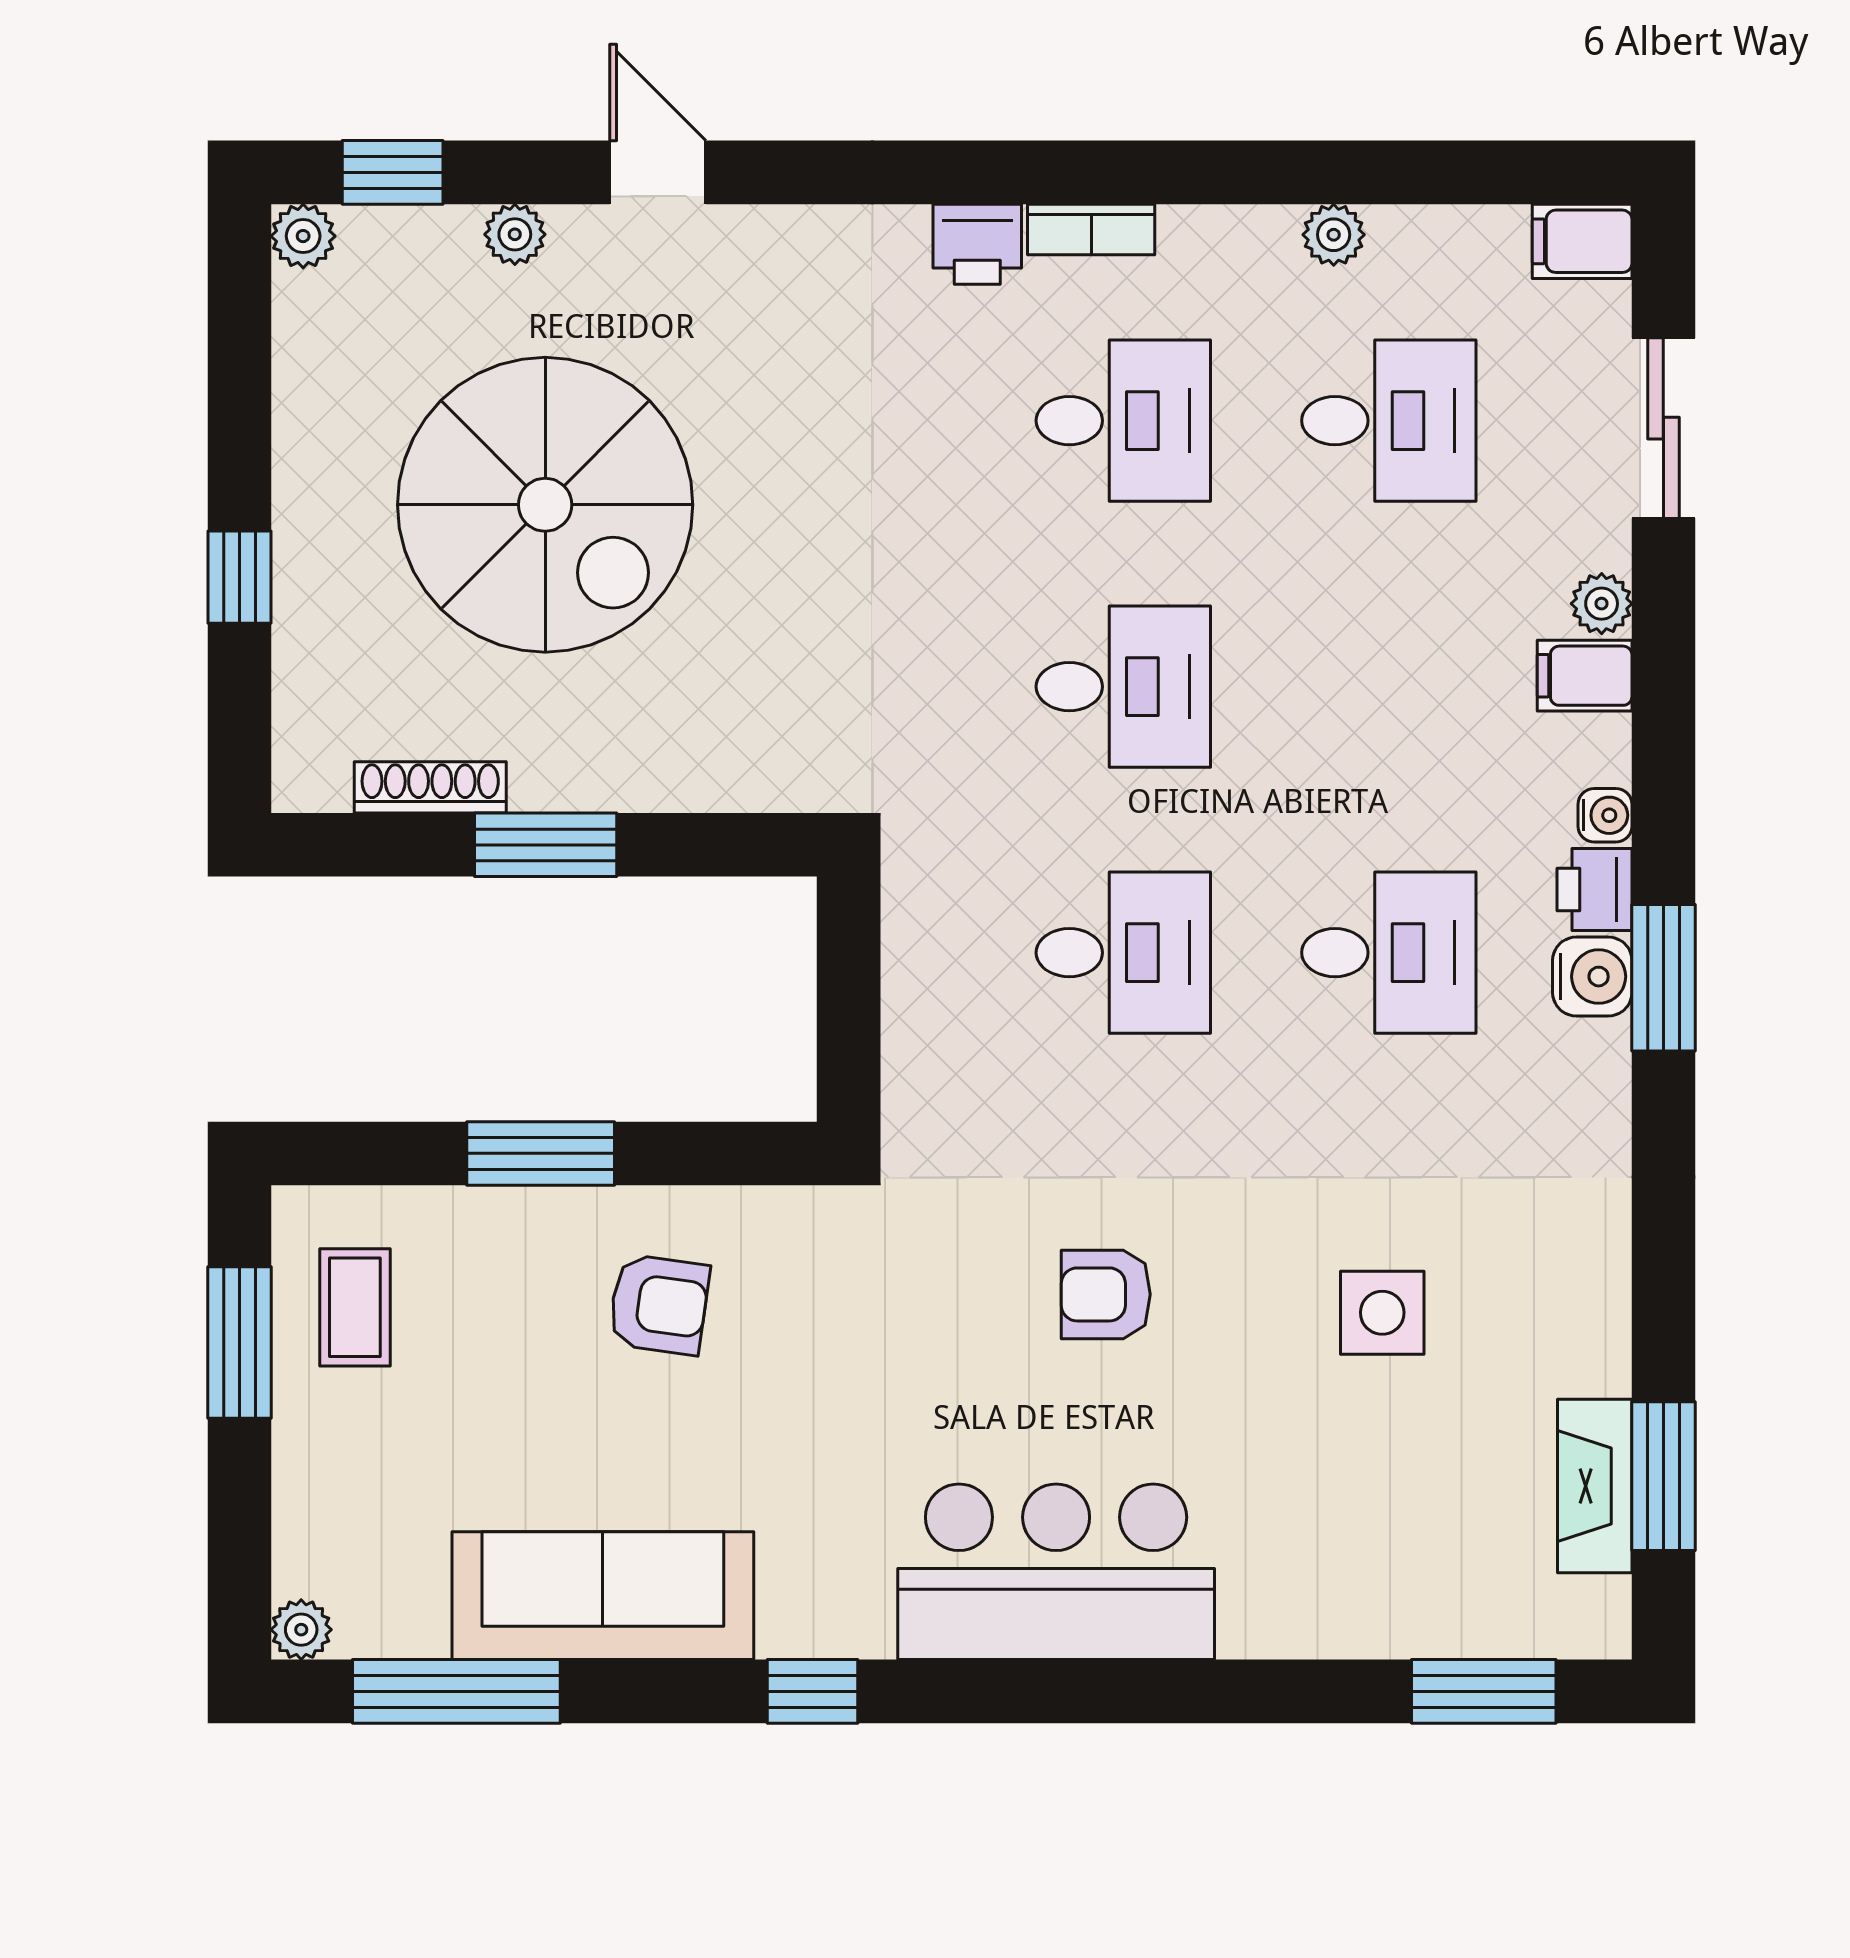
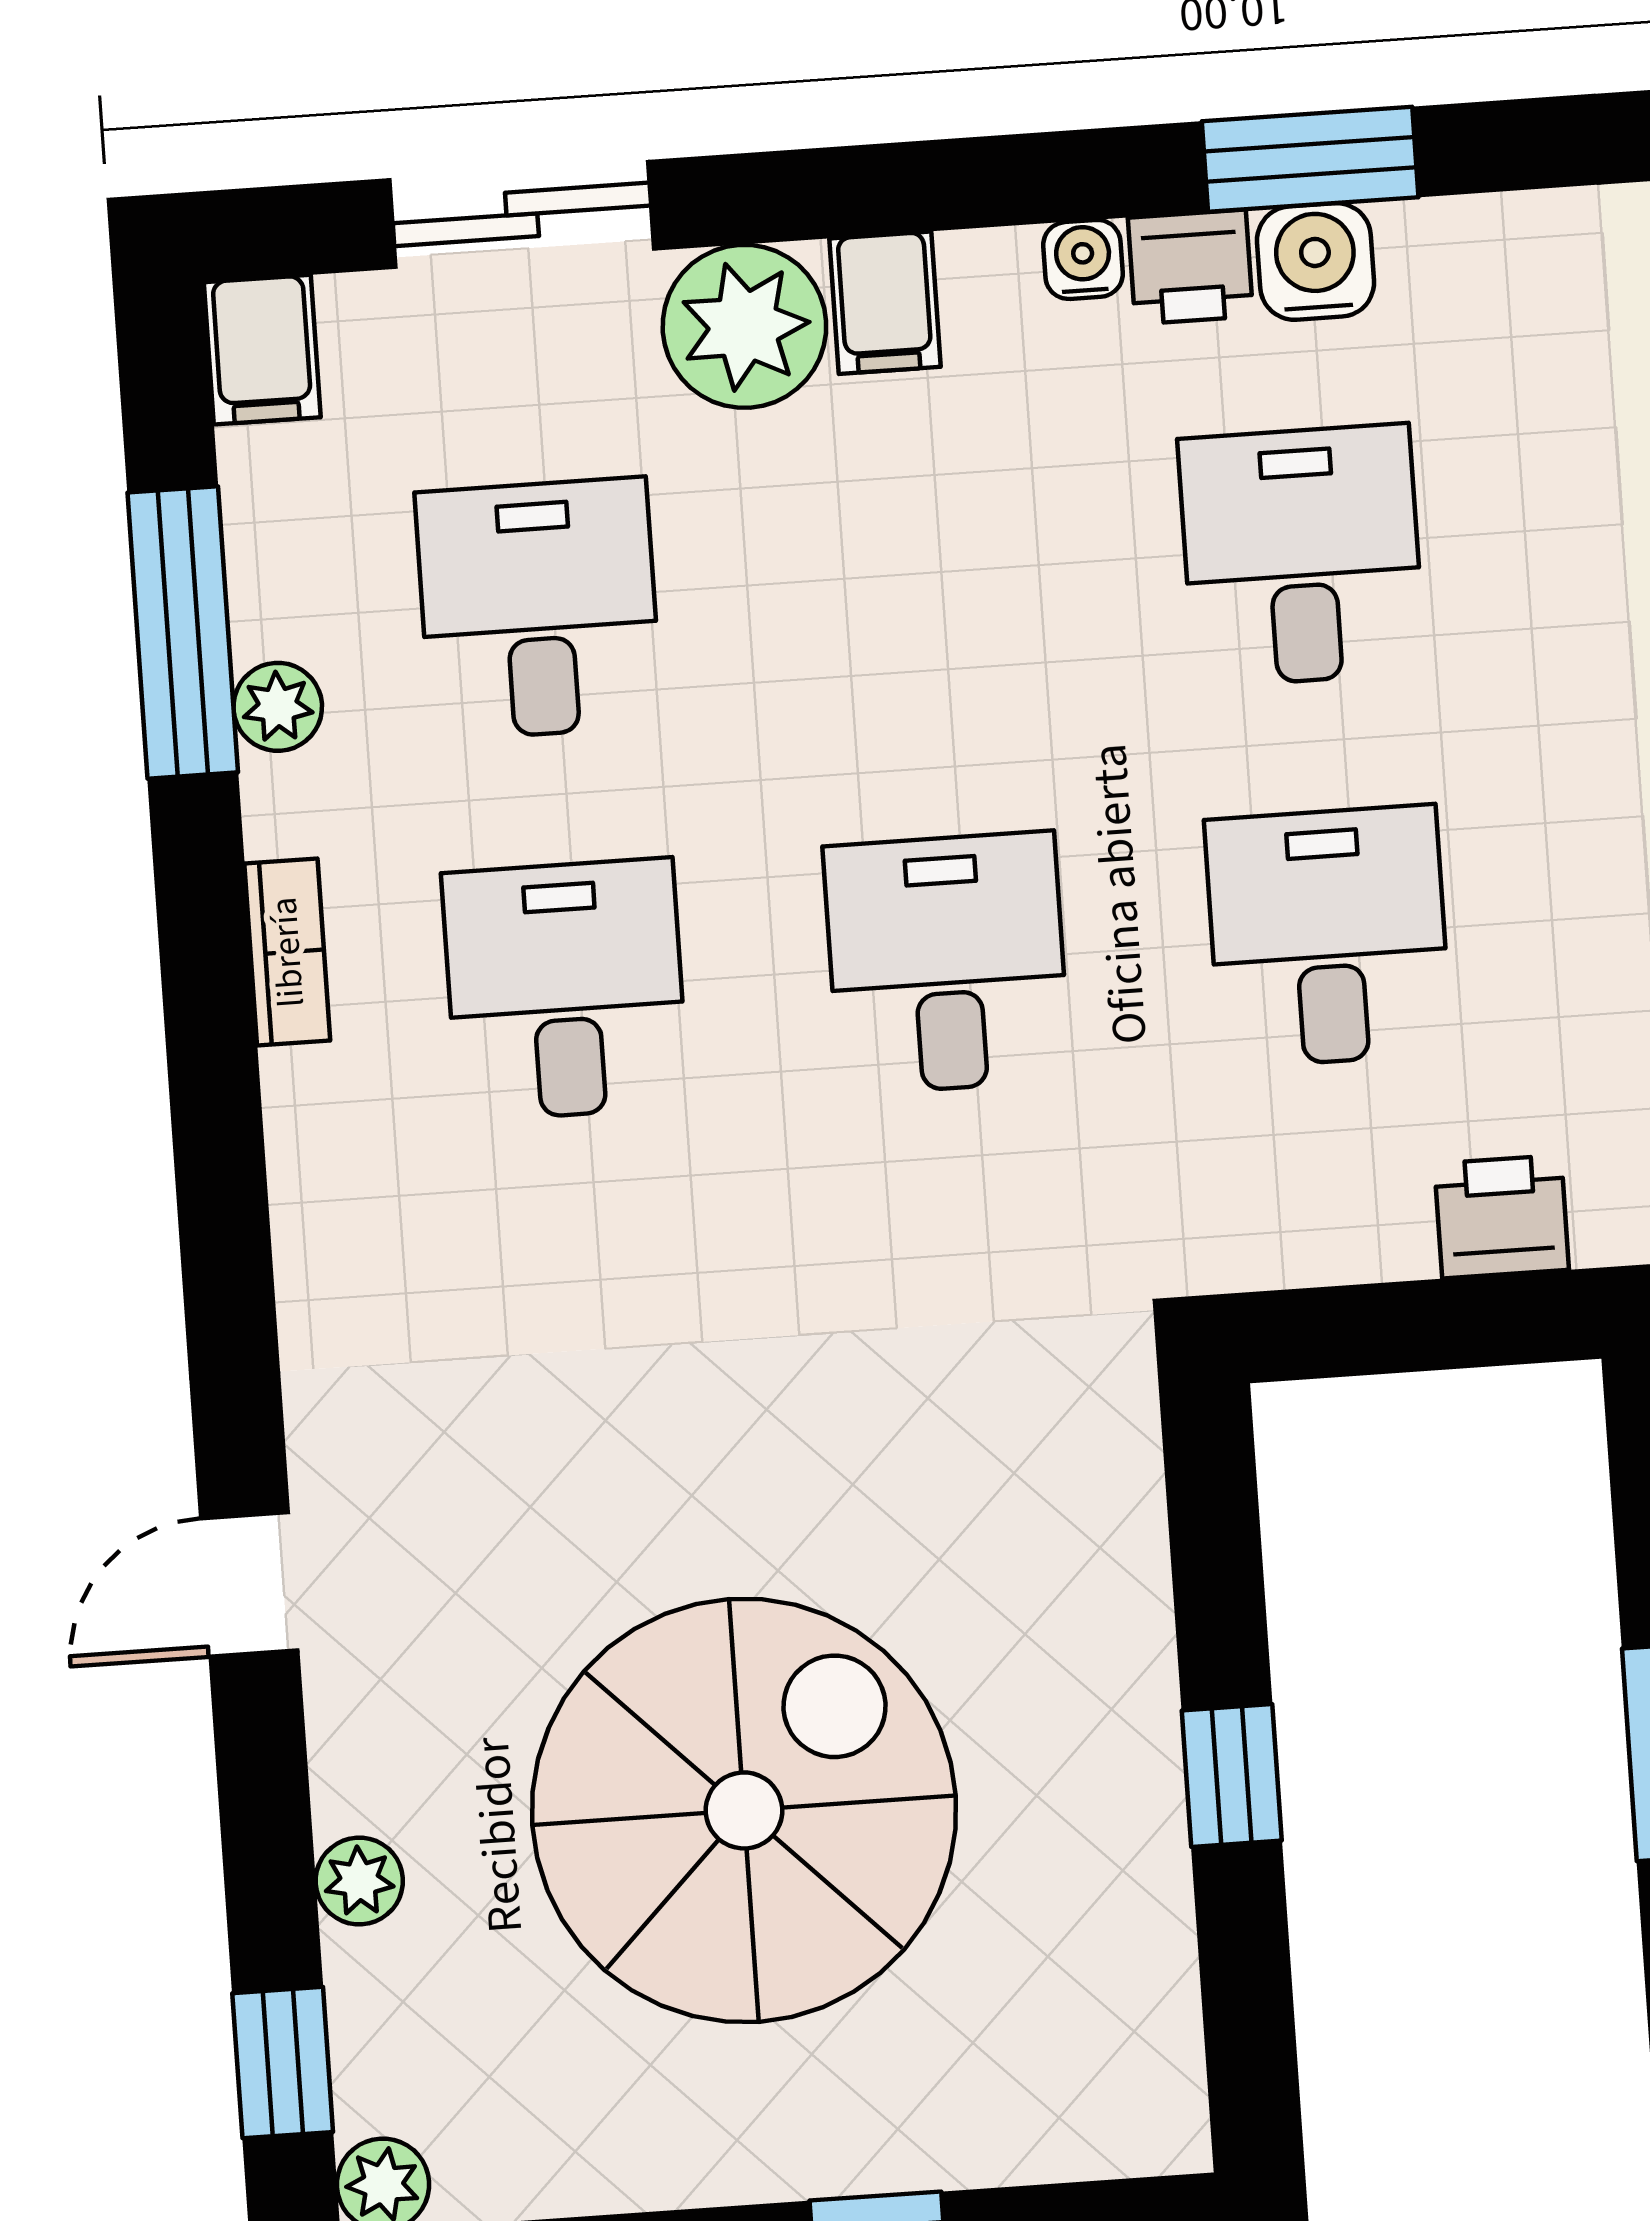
door: (658, 172) -> (249, 1585), moved
window: (1390, 172) -> (183, 632), added
bookcase: (1091, 229) -> (287, 952), moved
printer: (977, 244) -> (1502, 1217), moved, turned -90
plant: (1602, 604) -> (744, 326), width x1.88, depth x1.88
shoe rack: (430, 787) -> (1161, 1947), removed
window: (546, 845) -> (1232, 1776), width x0.67

